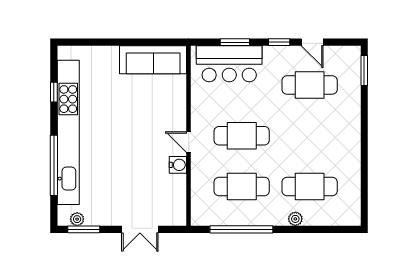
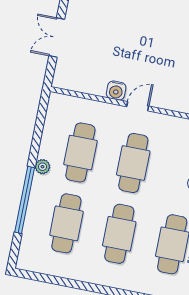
cafe table: (310, 136) -> (119, 234), added
plant: (295, 219) -> (43, 167), moved
window: (241, 229) -> (25, 200), moved

